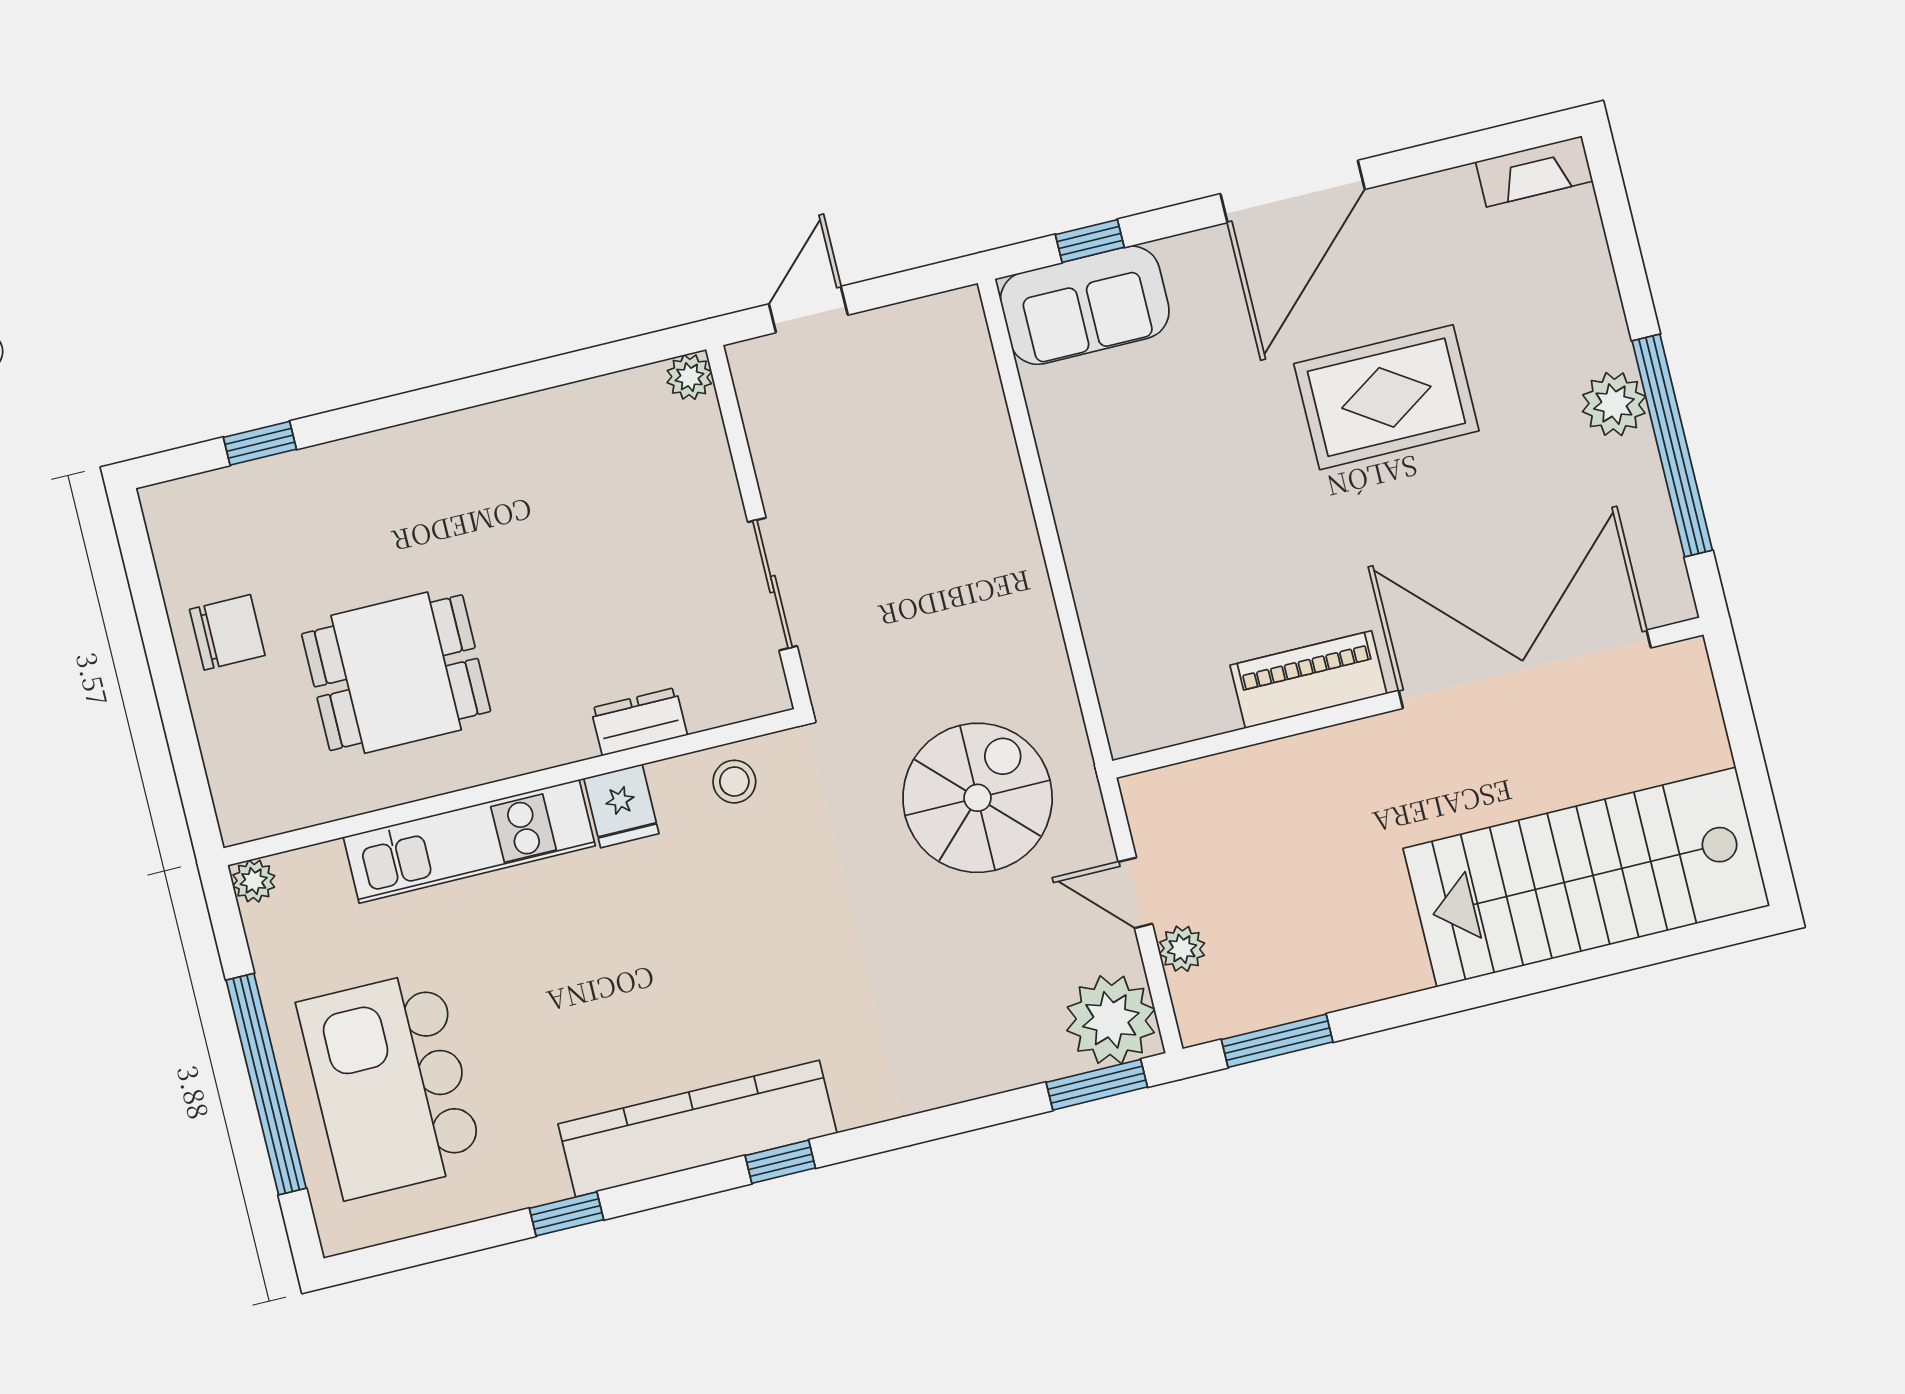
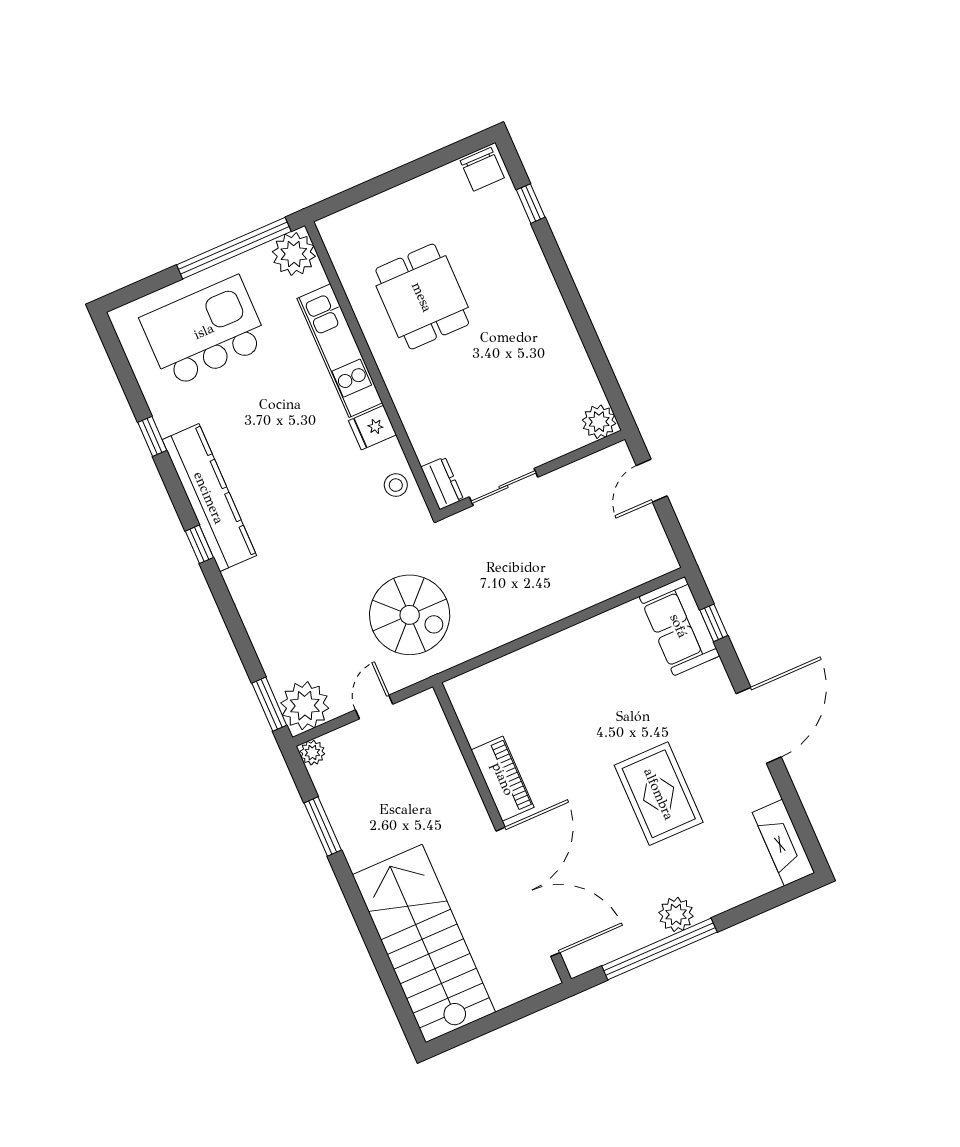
fireplace: (1534, 171) -> (783, 843), width x1.37, depth x1.32
door: (1293, 191) -> (759, 725), swing flipped
door: (808, 310) -> (652, 481), swing flipped
plant: (689, 377) -> (599, 422), width x1.38, depth x1.38
chair: (227, 632) -> (482, 169), moved
dresser: (639, 722) -> (442, 483), moved
plant: (254, 881) -> (294, 254), width x1.87, depth x1.87
plant: (1182, 949) -> (312, 753), moved
window: (1277, 1041) -> (323, 827), moved
window: (266, 1084) -> (234, 248), moved

